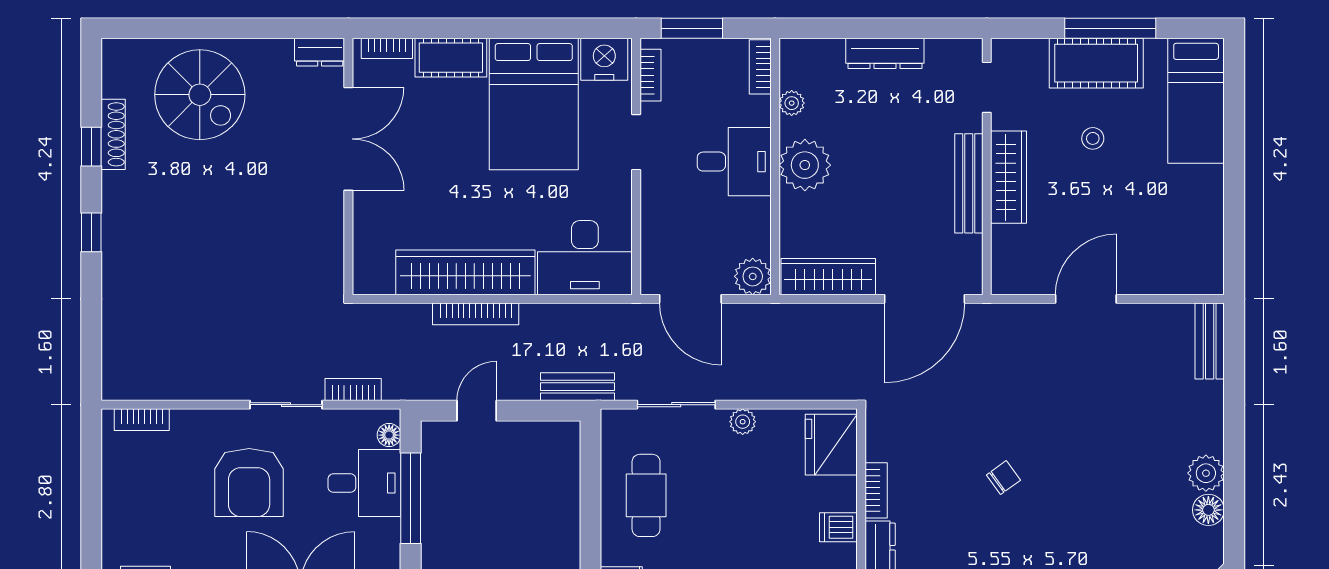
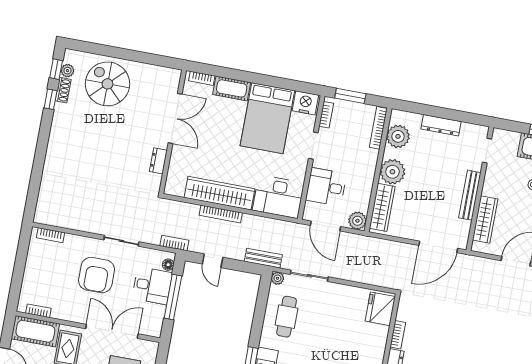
dresser: (320, 52) -> (158, 161), moved, turned 90
bookcase: (760, 67) -> (378, 128), width x1.56
plant: (115, 83) -> (67, 71), added
spiral stairs: (200, 95) -> (107, 84), turned 180
plant: (792, 103) -> (398, 136), width x1.88, depth x1.88
shoe rack: (113, 134) -> (63, 90), width x0.70
desk: (734, 162) -> (326, 187), moved, turned 180
wardrobe: (1009, 177) -> (485, 220), moved
window: (91, 232) -> (56, 69), moved
wardrobe: (828, 277) -> (382, 207), moved, turned 90
bookcase: (353, 389) -> (174, 243), moved
door: (477, 411) -> (213, 261), swing flipped
plant: (743, 422) -> (277, 278), moved
chair: (1003, 478) -> (460, 340), removed
dishwasher: (838, 527) -> (376, 349), removed

